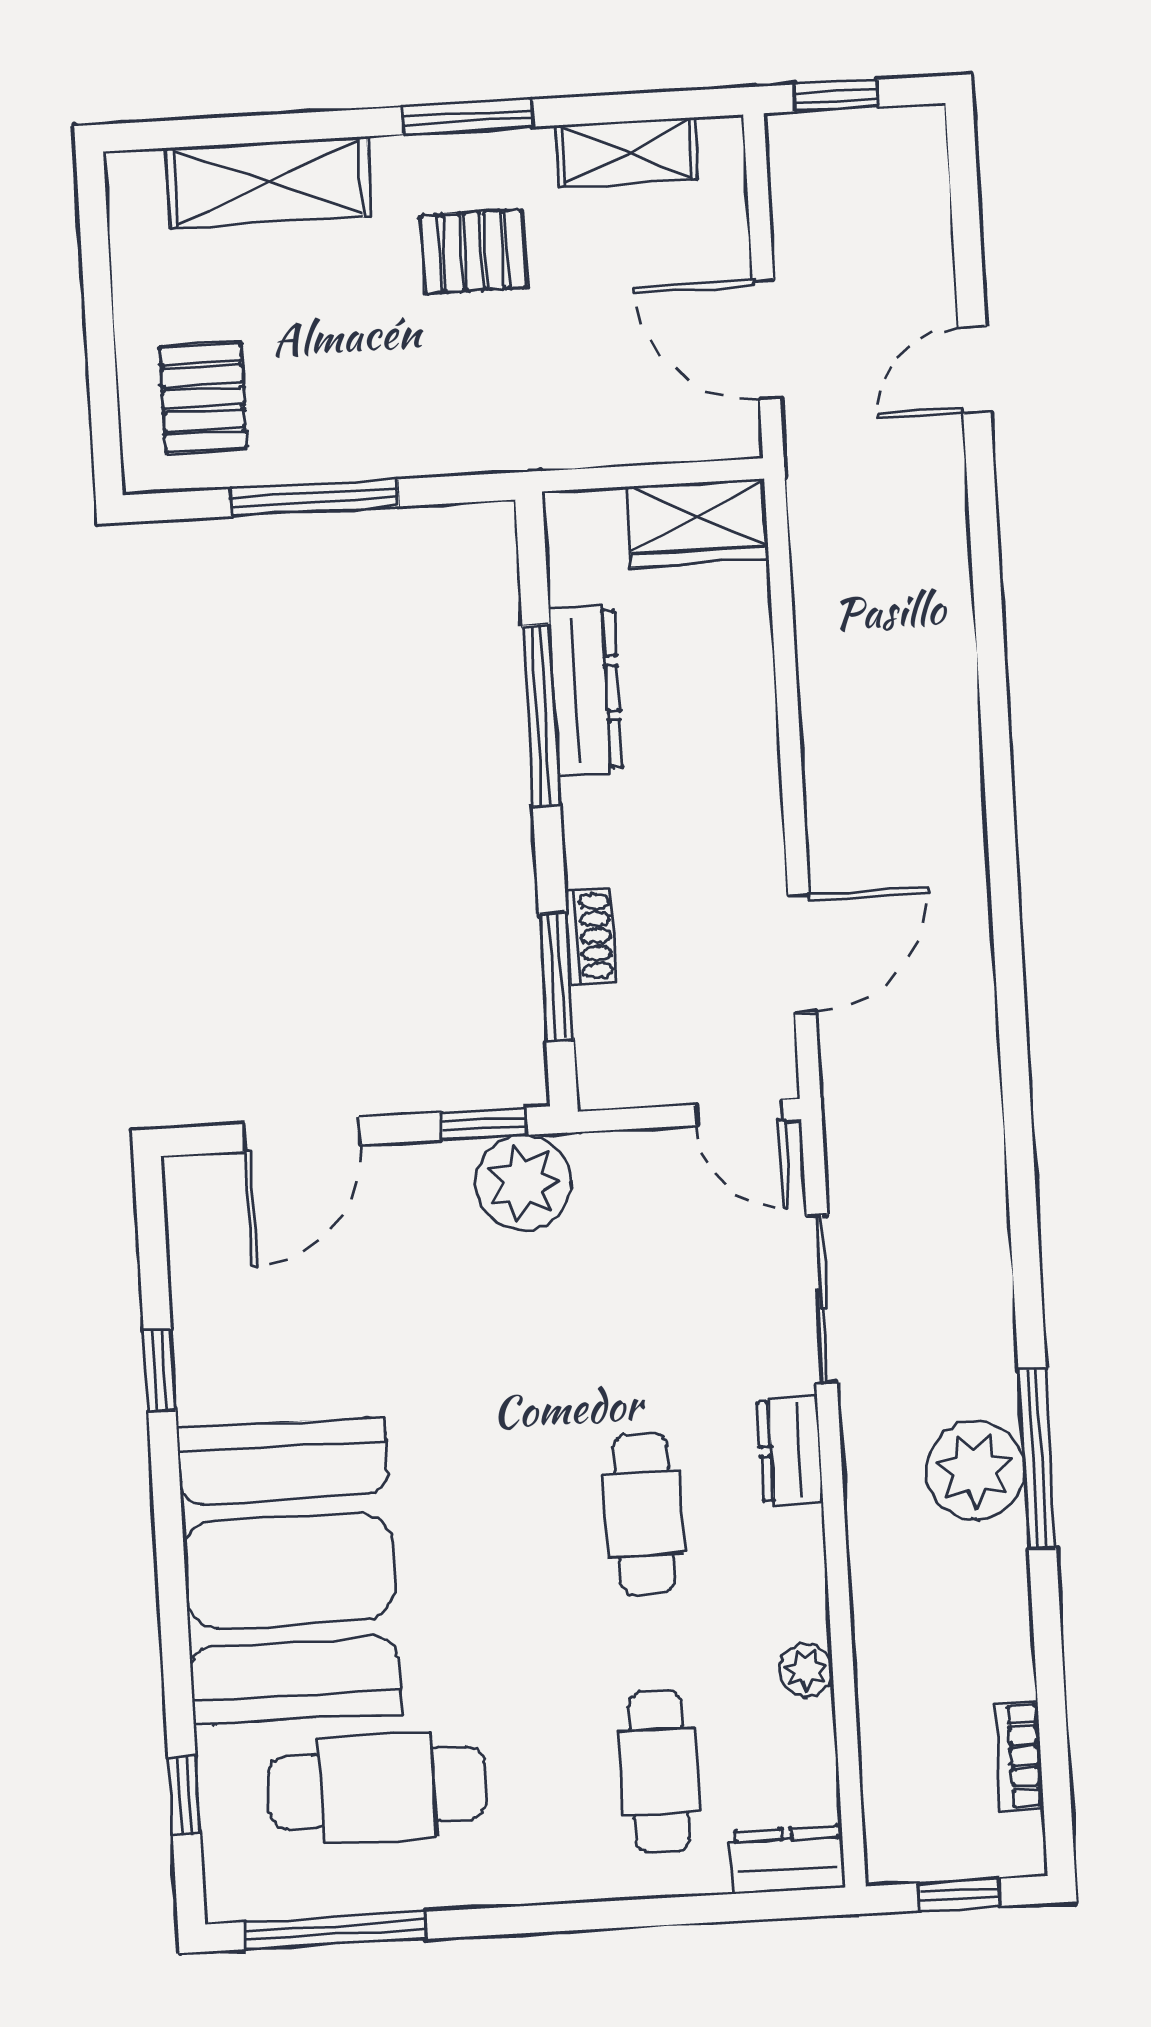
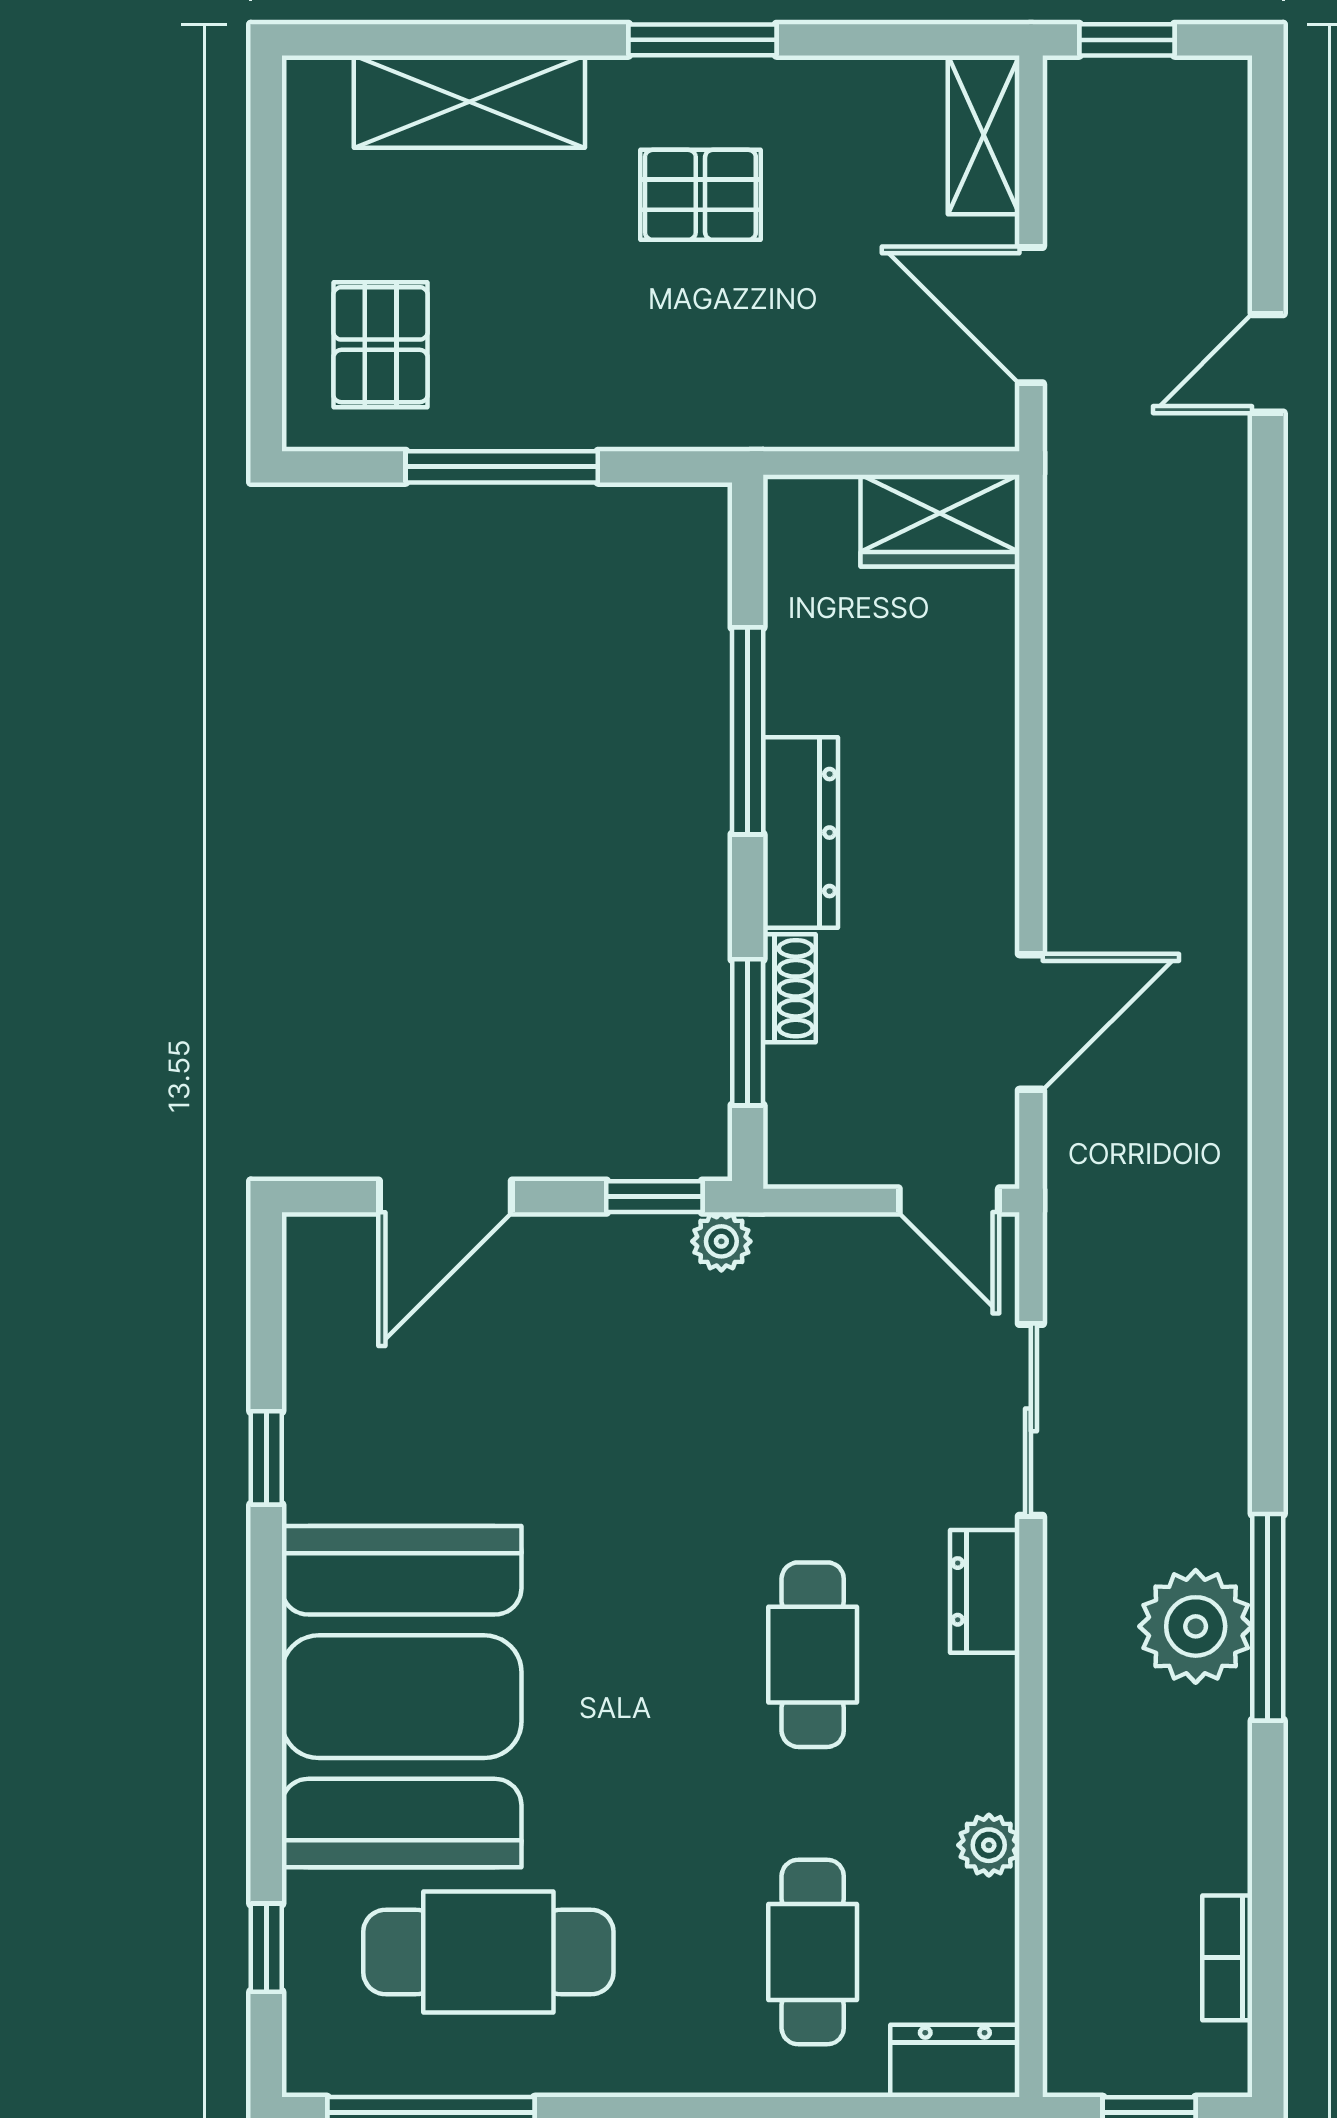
shelving: (627, 152) -> (984, 135), moved, turned 90
dresser: (586, 690) -> (800, 833), moved
plant: (523, 1183) -> (721, 1241), width x0.53, depth x0.53

